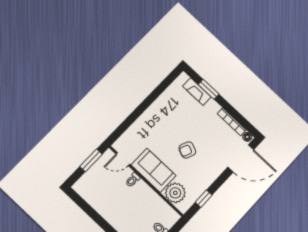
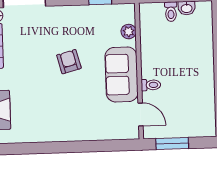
armchair: (187, 150) -> (69, 62), turned -128
plant: (175, 193) -> (129, 32), width x0.53, depth x0.53

